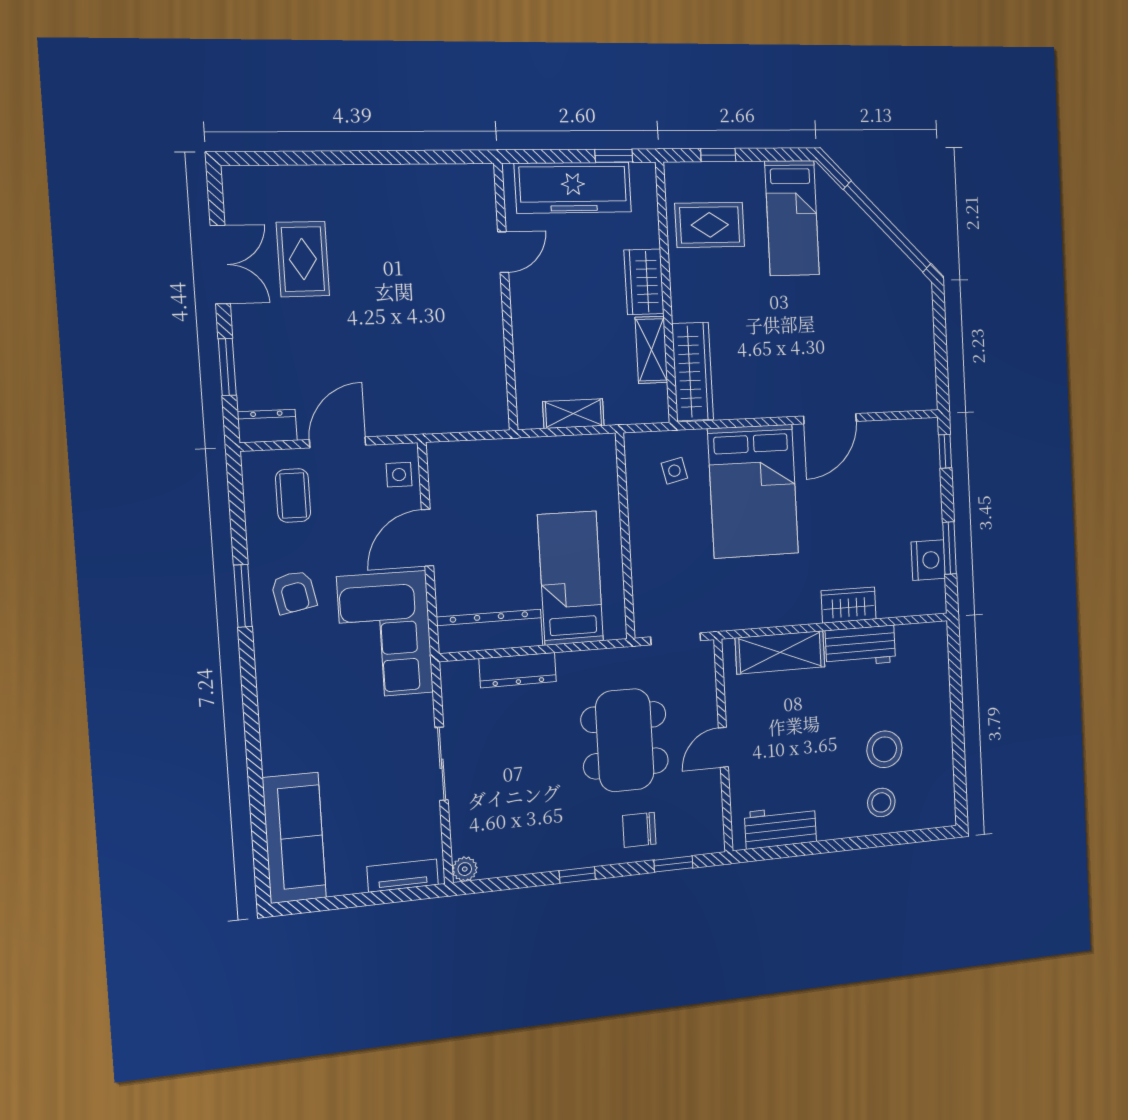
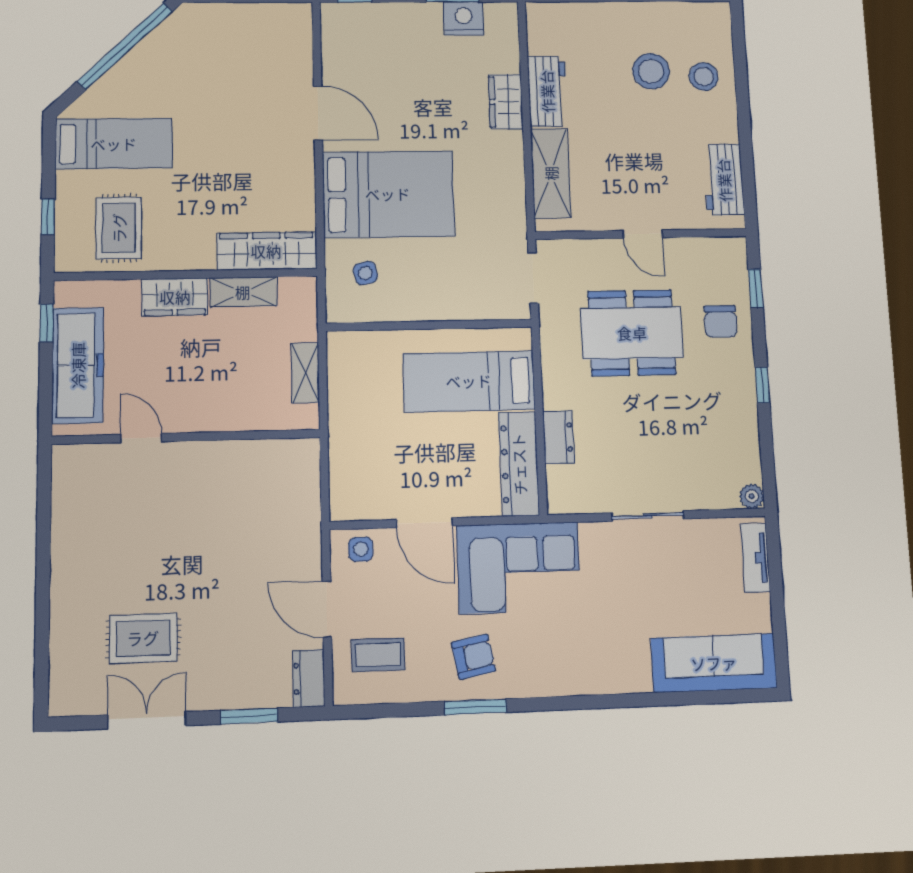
dresser: (518, 670) -> (558, 437), width x0.70

